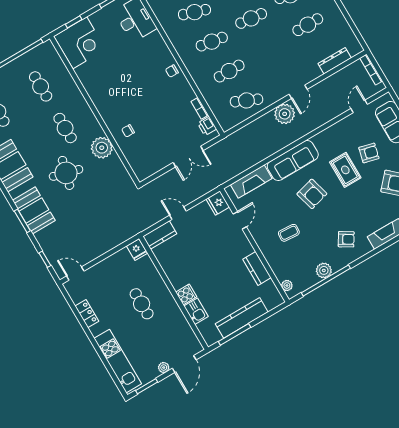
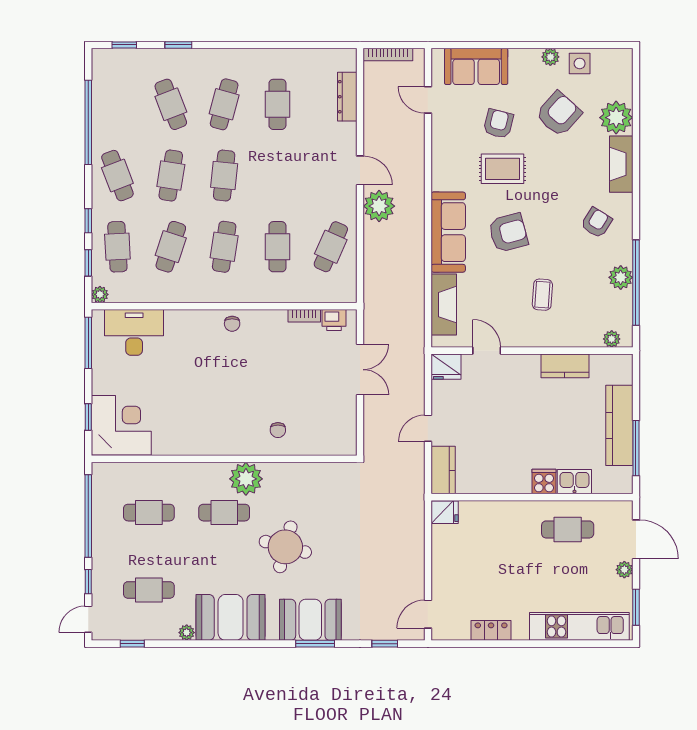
plant: (102, 148) -> (246, 479), moved
cafe table: (142, 304) -> (568, 529), moved

